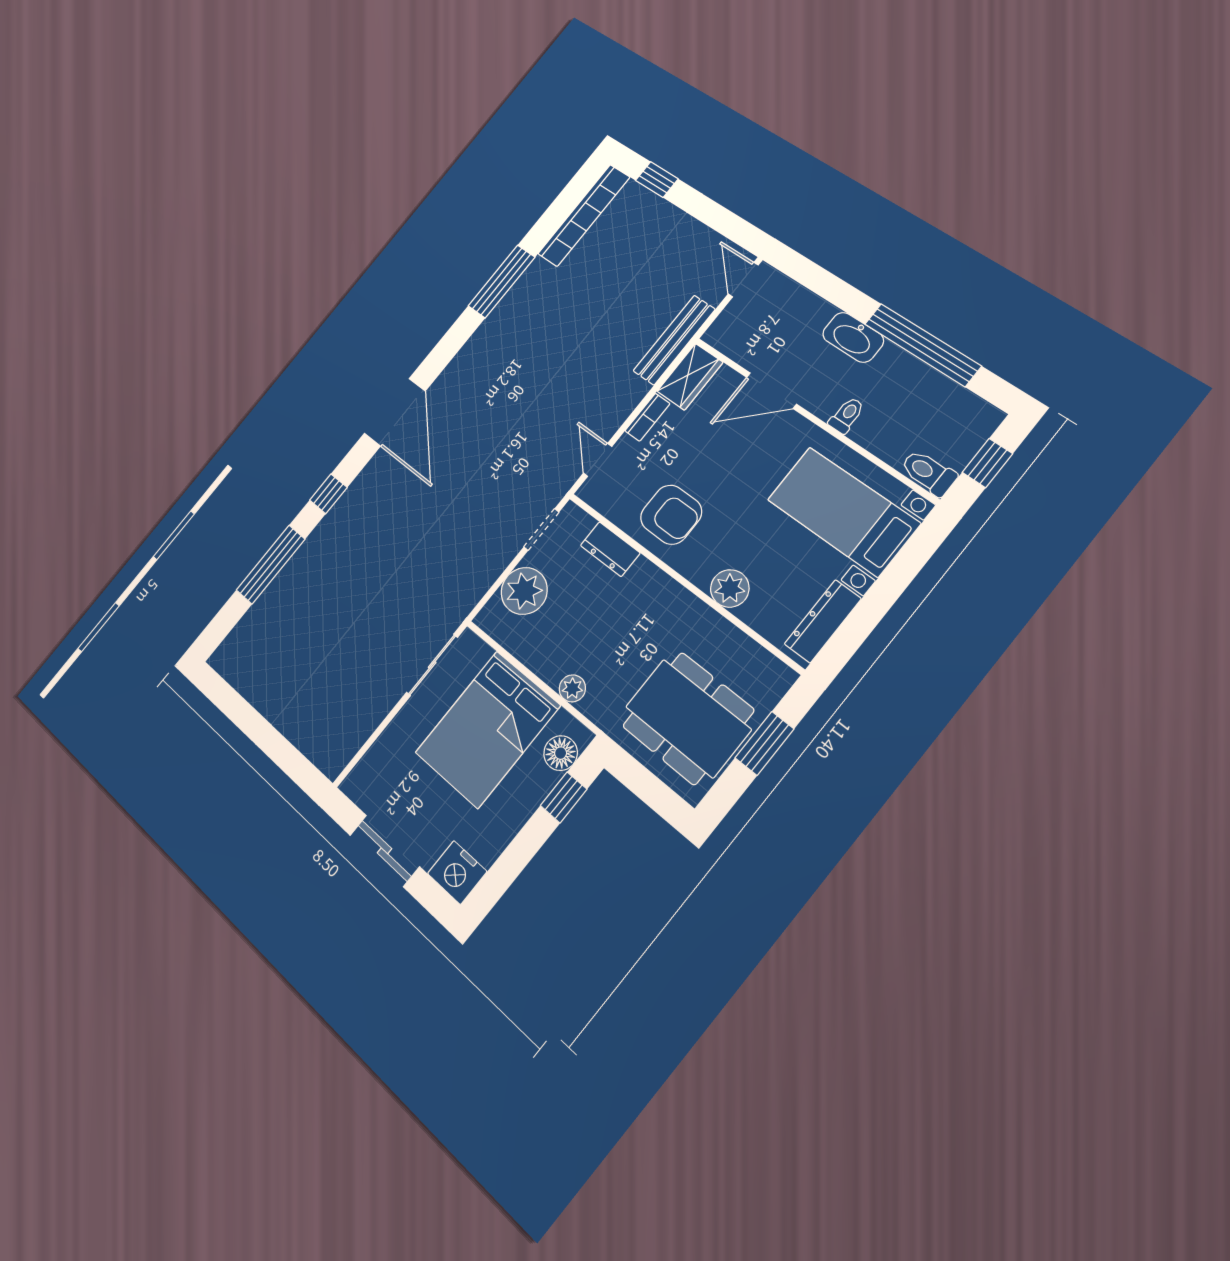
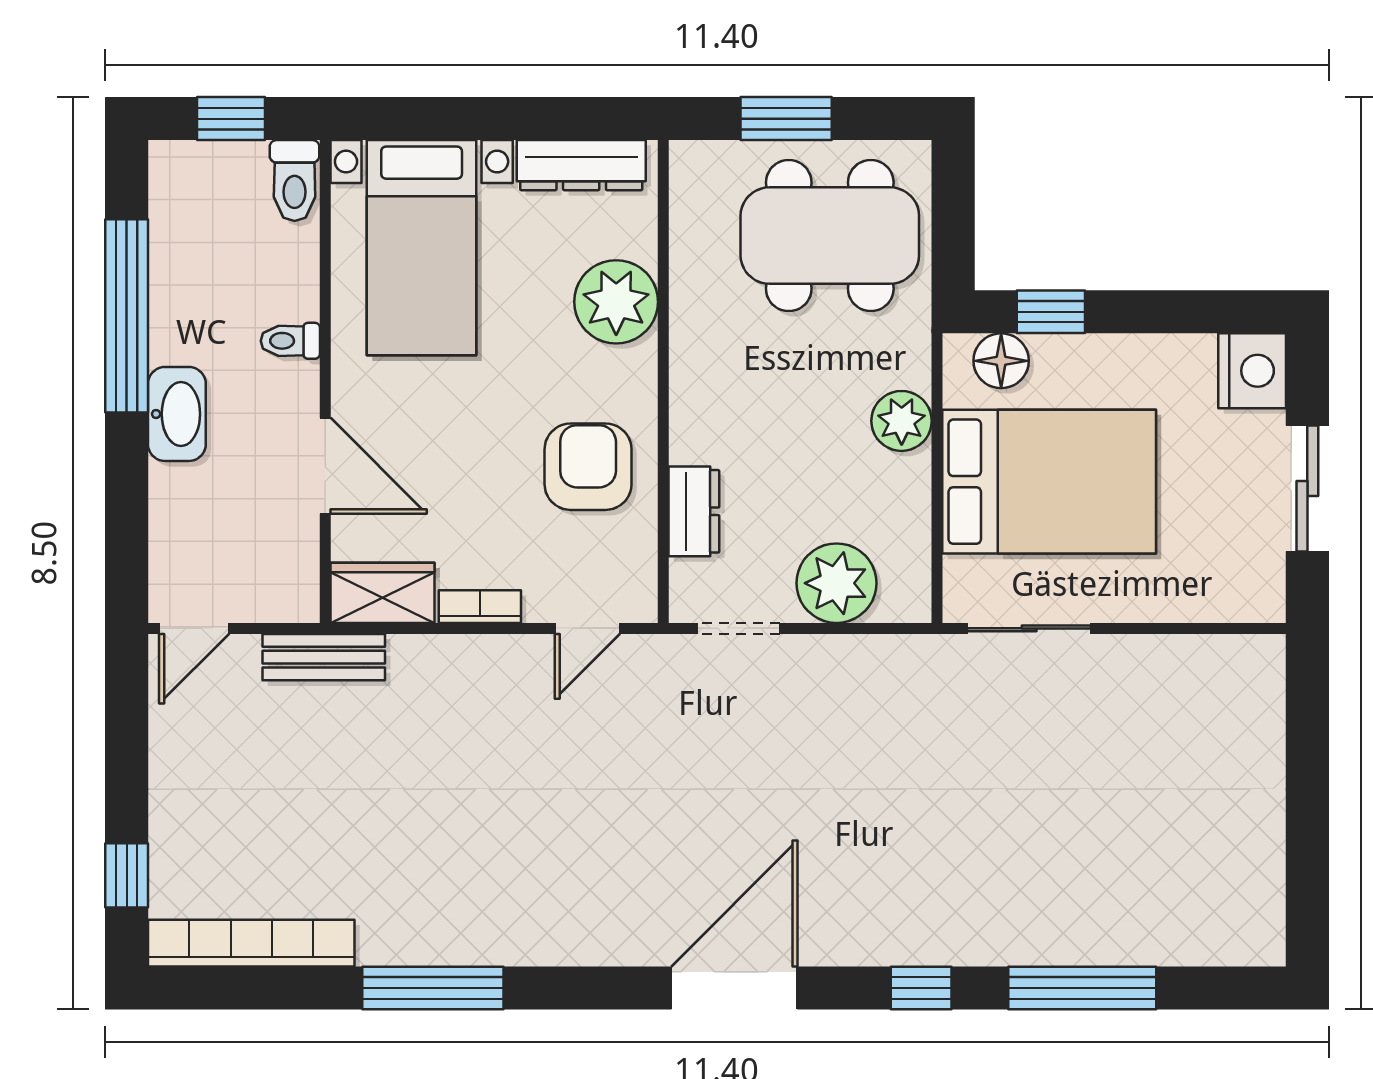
bench: (674, 340) -> (324, 657), width x0.73
plant: (730, 588) -> (616, 302), width x1.36, depth x1.36
plant: (572, 688) -> (902, 421), width x1.38, depth x1.38
dining table: (688, 718) -> (830, 236), turned 90

